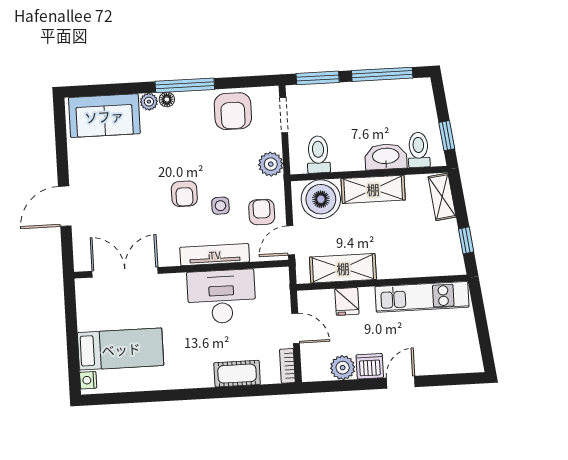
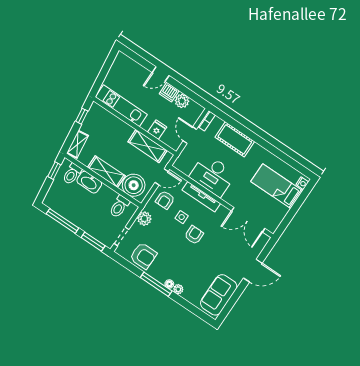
armchair: (233, 111) -> (143, 256), turned 90
sofa: (104, 116) -> (219, 295), moved, turned -90
cot: (237, 374) -> (235, 139), width x1.37, depth x1.34

